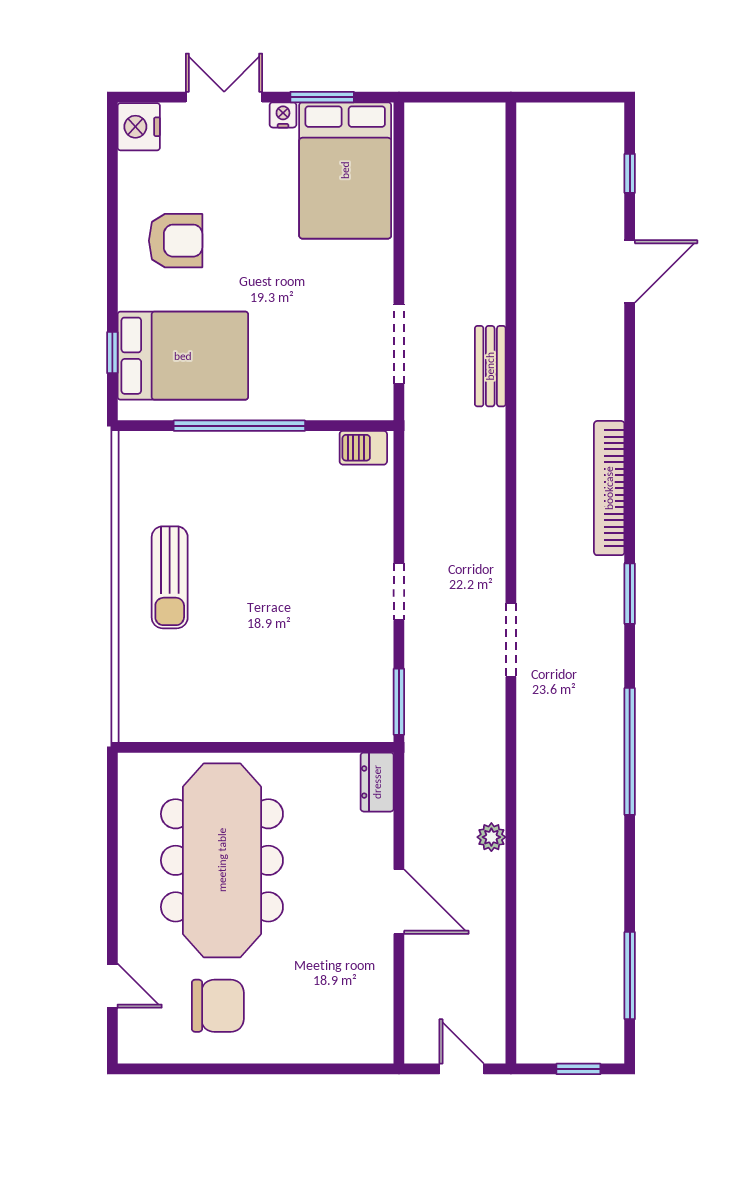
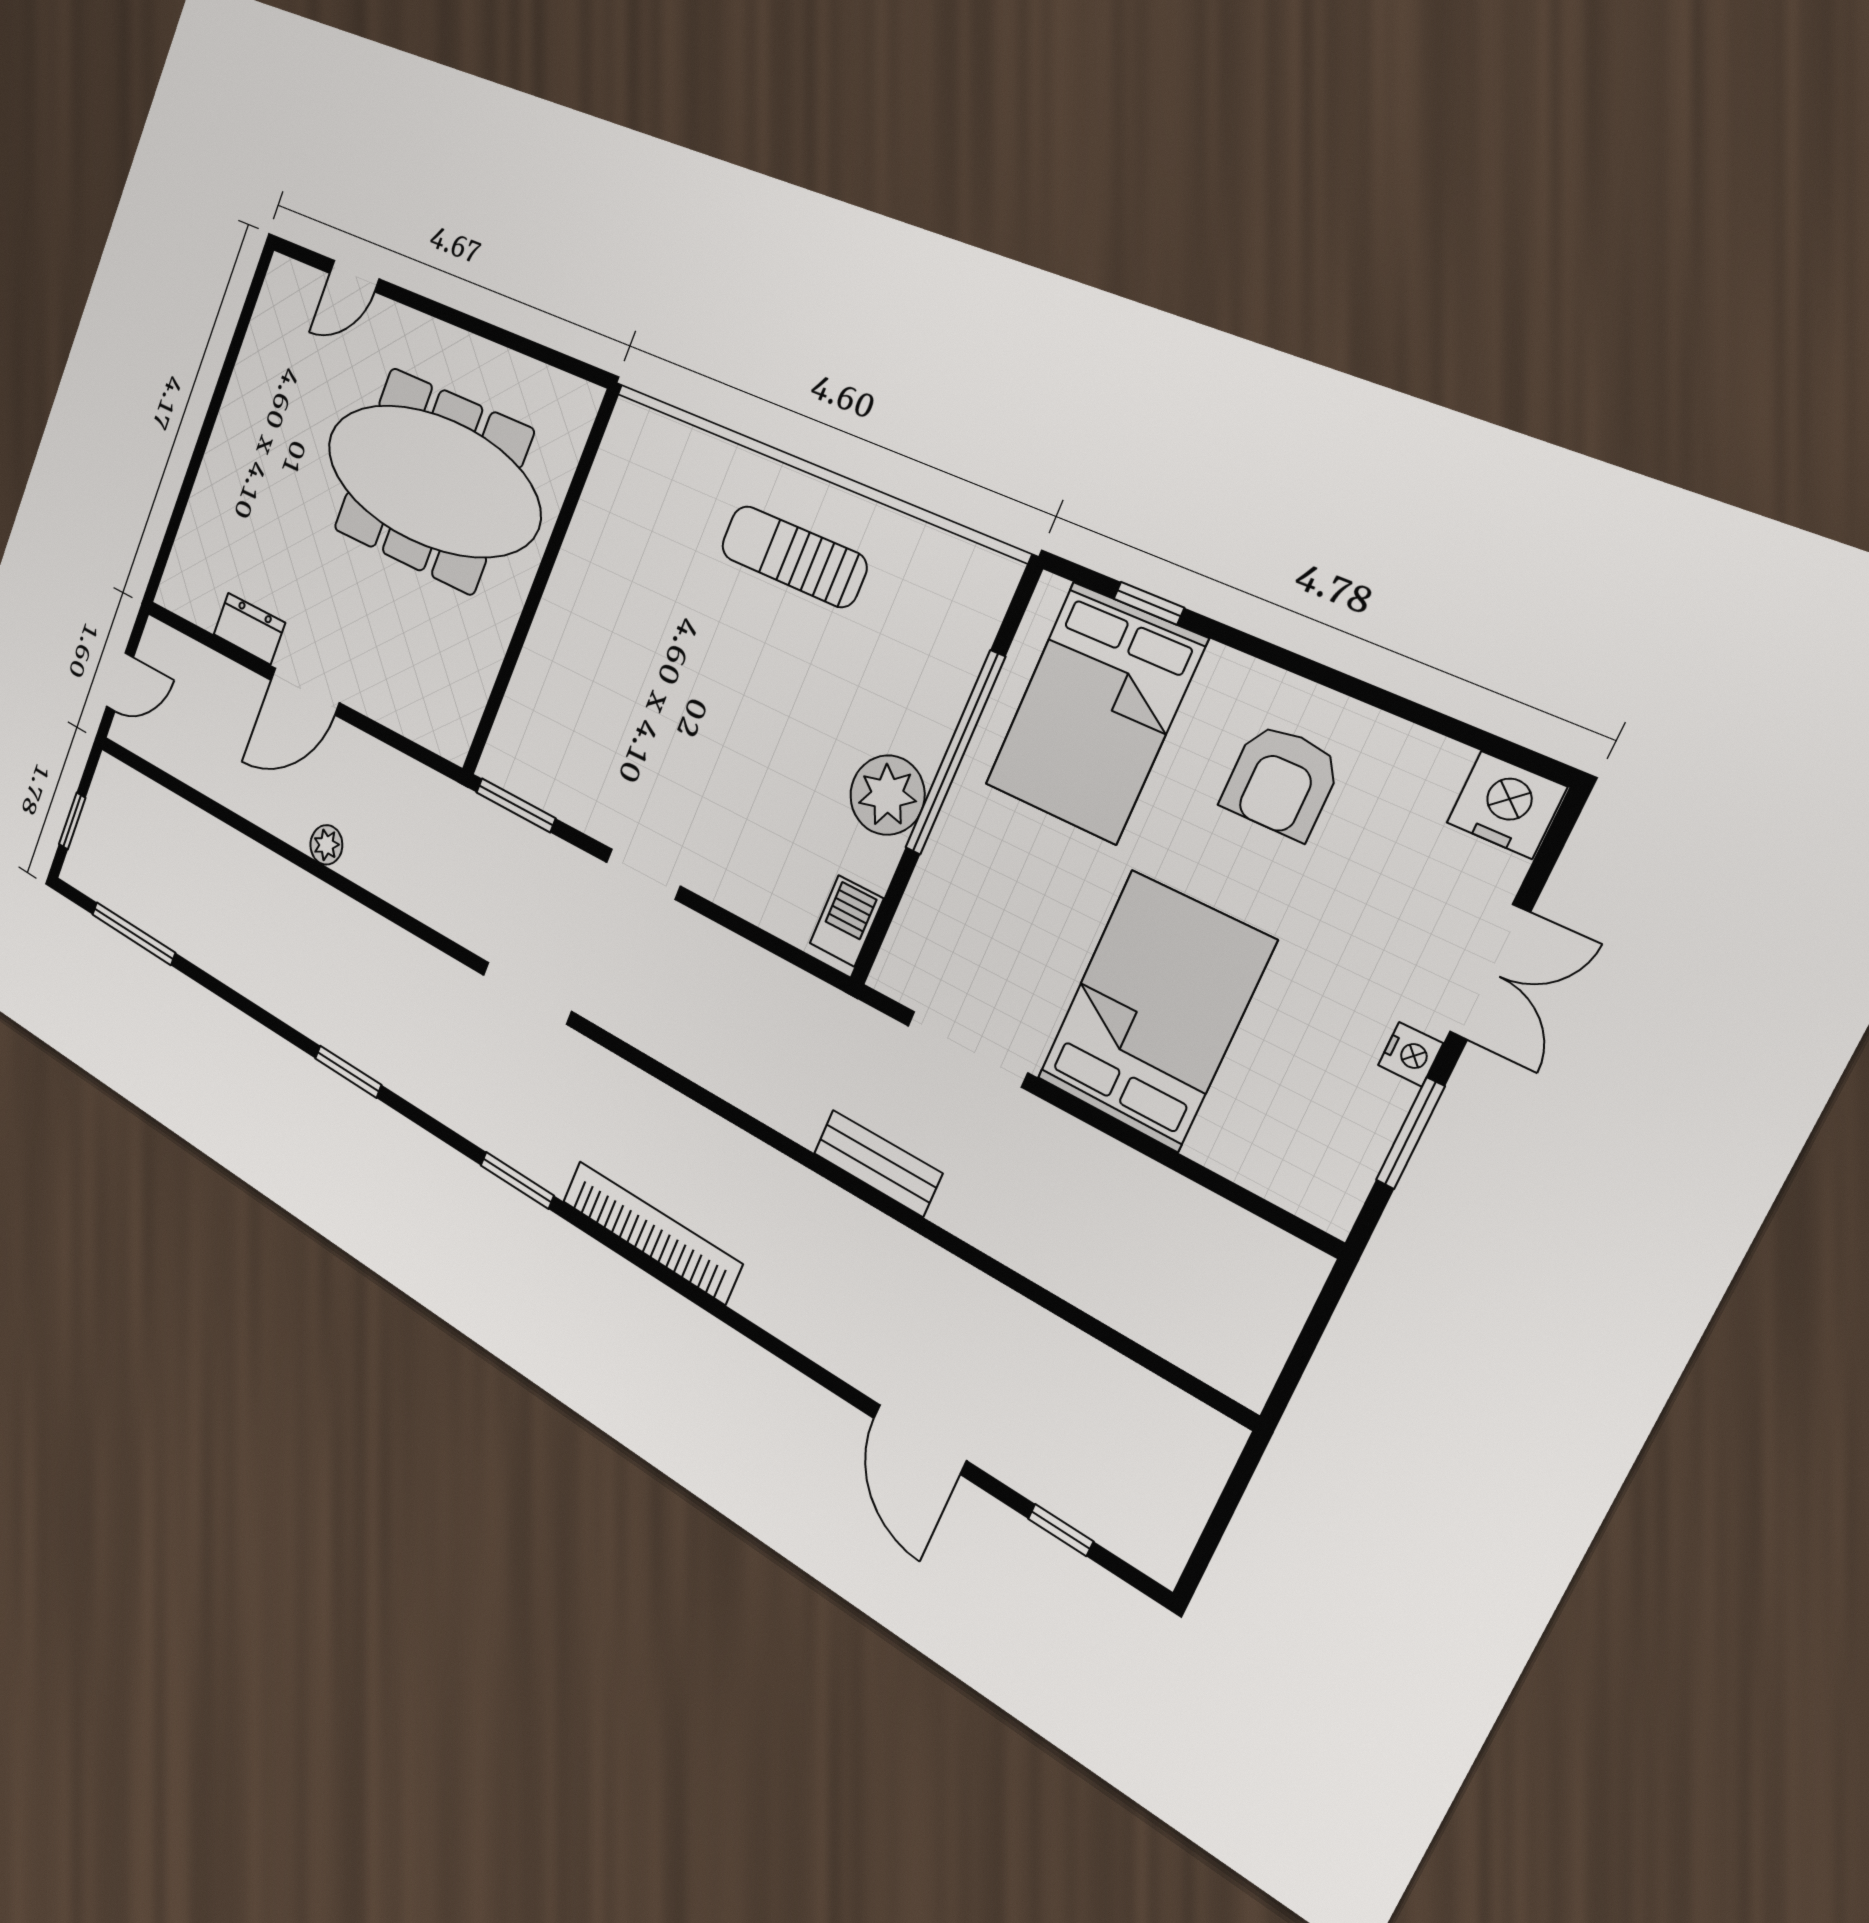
bed: (345, 170) -> (1155, 1011), moved, turned 90
plant: (281, 456) -> (887, 795), added
window: (630, 751) -> (348, 1072), width x0.47
dresser: (377, 782) -> (249, 629), moved
chair: (218, 1006) -> (285, 407), removed

